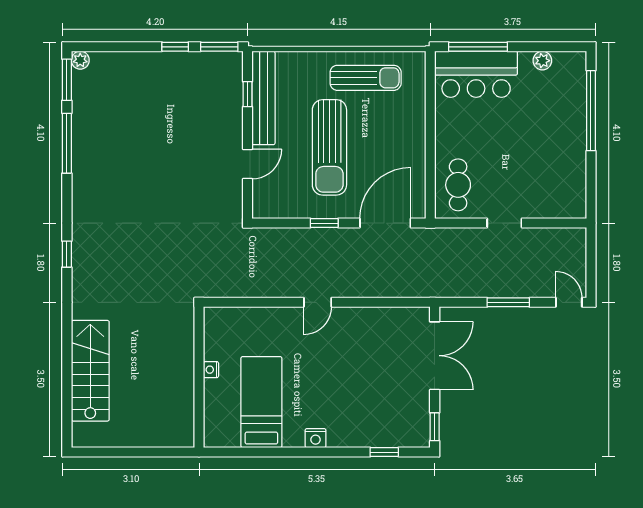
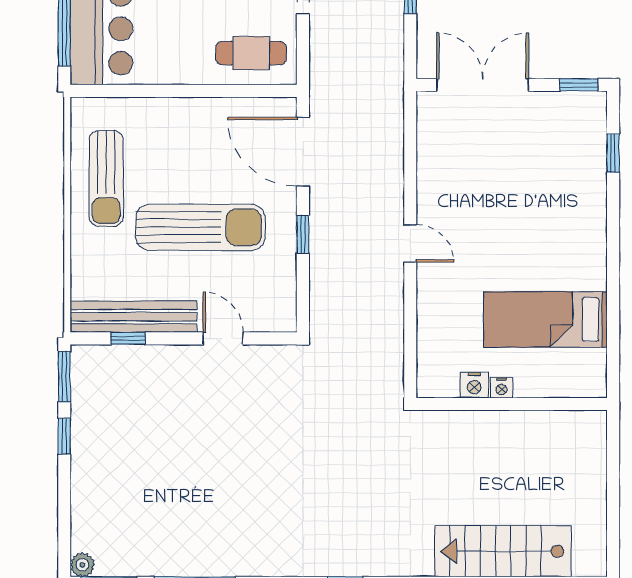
sun lounger: (366, 78) -> (106, 178), turned 180
nightstand: (316, 438) -> (474, 385), moved, turned 90

